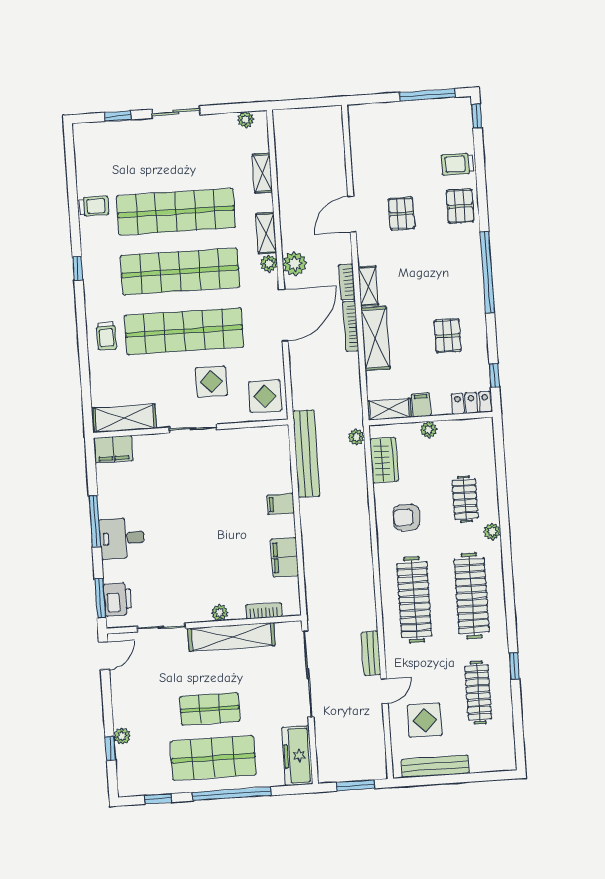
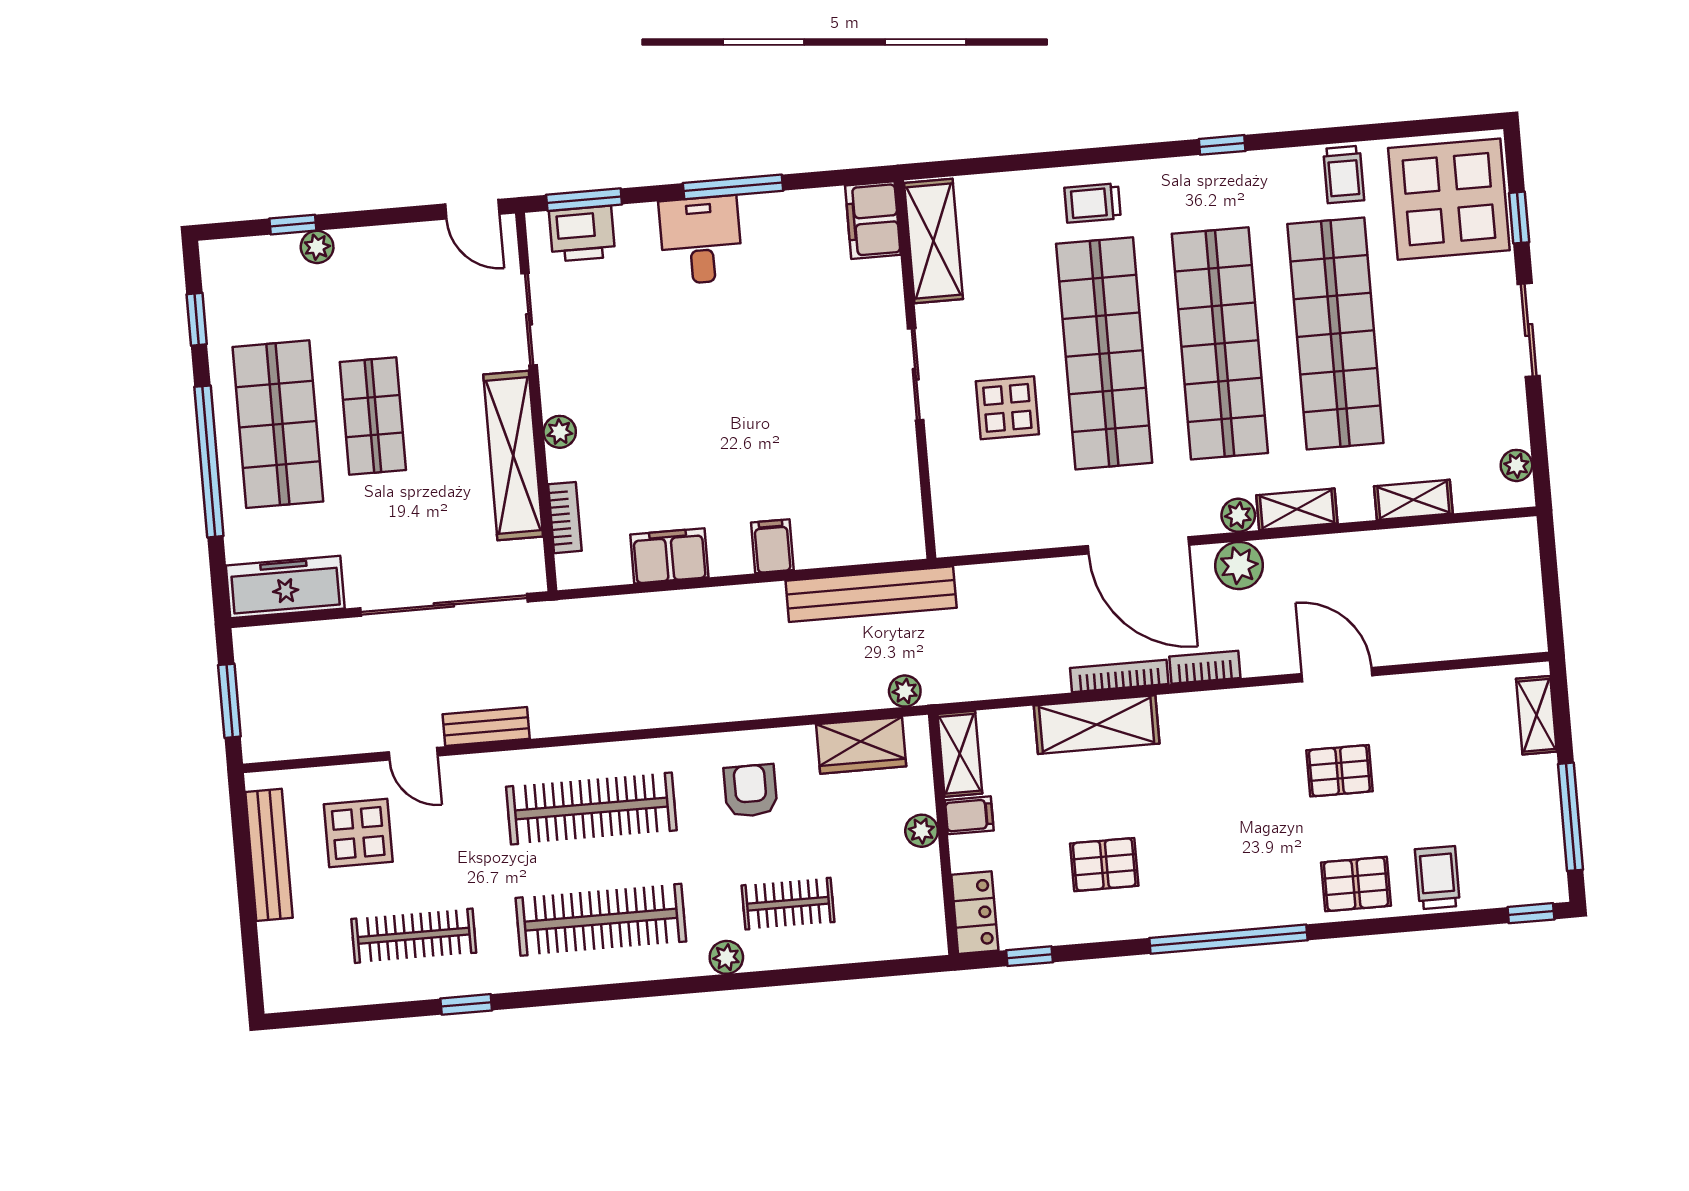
shelving: (368, 286) -> (1536, 715), moved, turned 90
display table: (265, 396) -> (1449, 199), moved, width x1.86, depth x1.86

